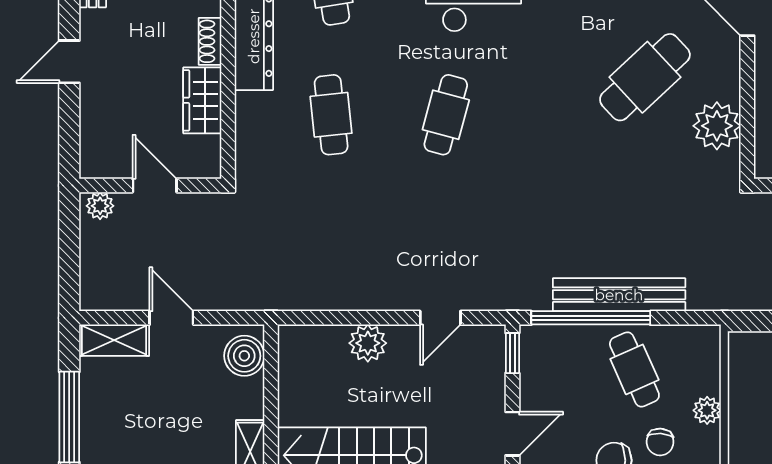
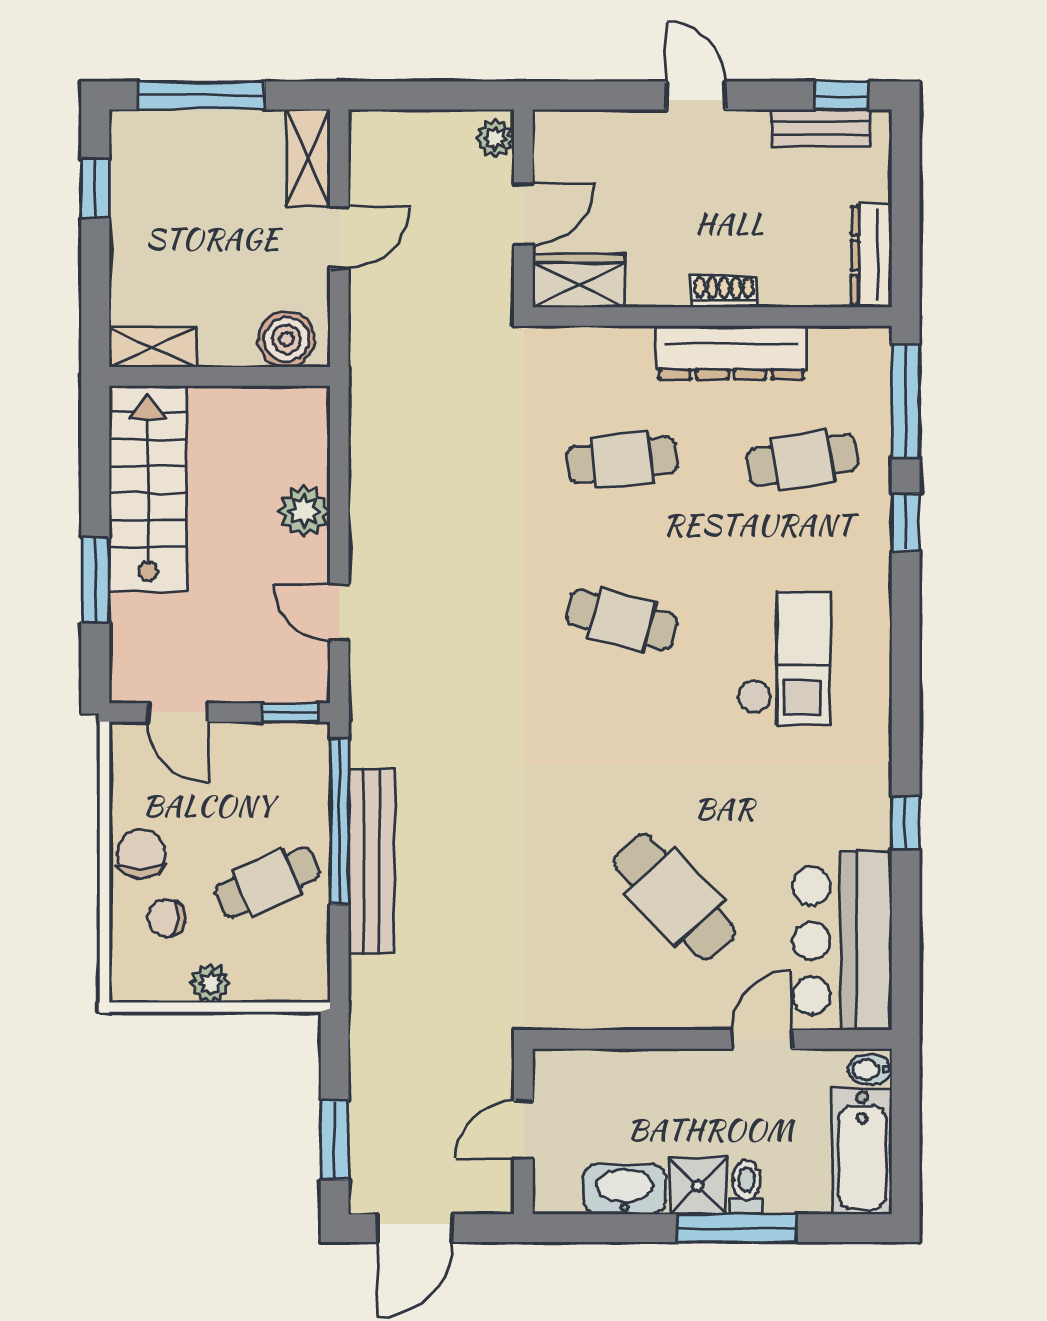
wardrobe: (202, 100) -> (578, 281), moved
plant: (717, 126) -> (607, 997), removed

